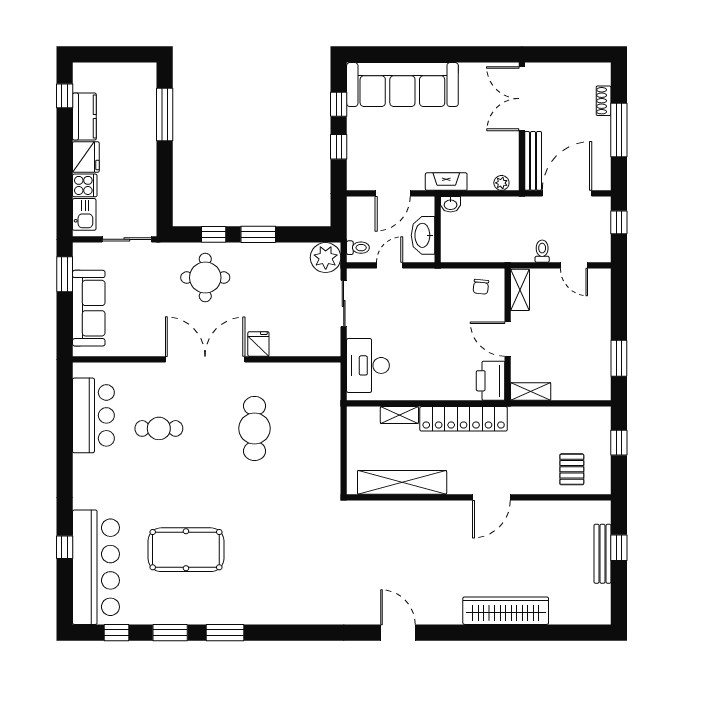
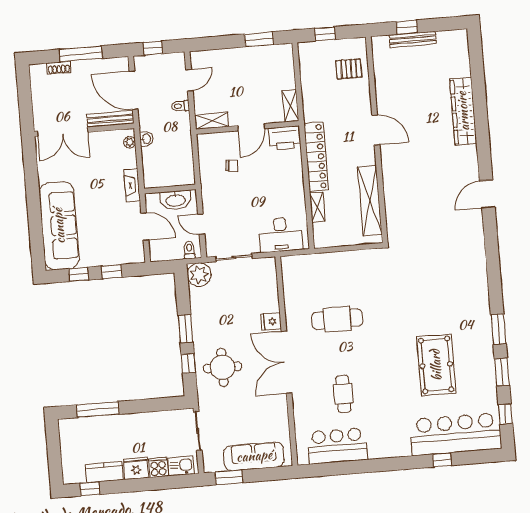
washbasin: (451, 204) -> (146, 139), moved
chair: (481, 287) -> (232, 166), moved

